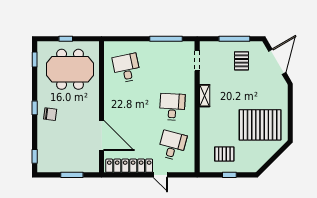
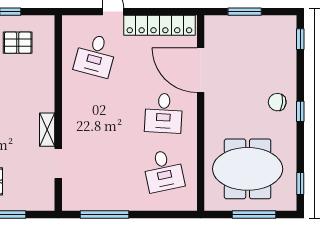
window: (66, 39) -> (254, 215), width x2.17
doorway: (197, 61) -> (58, 163), moved
desk: (172, 107) -> (164, 113), moved

